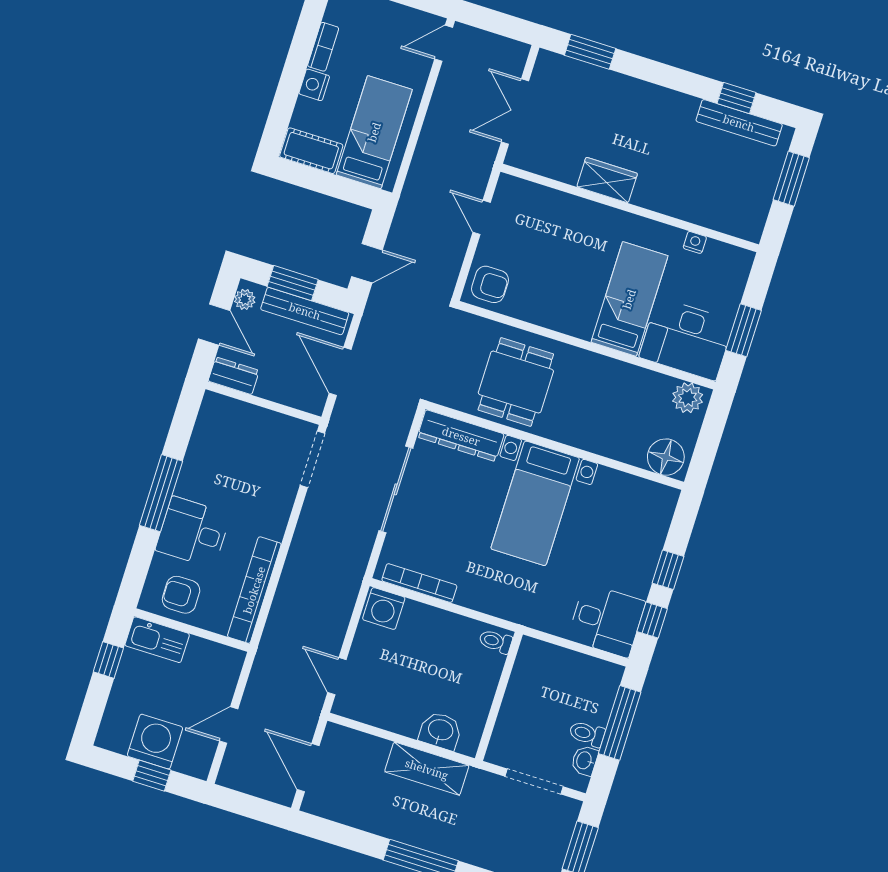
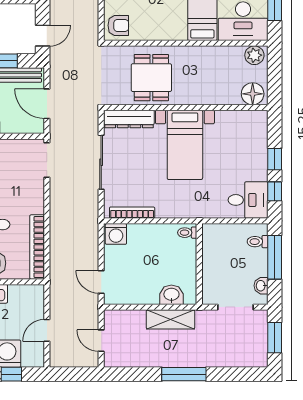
toilet: (587, 734) -> (258, 242), moved
door: (308, 768) -> (101, 341), width x0.73

